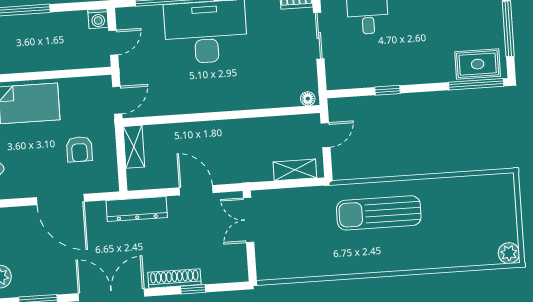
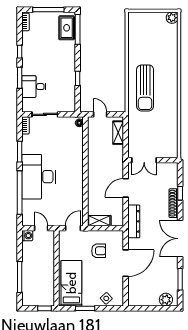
door: (117, 100) -> (73, 228), hinge flipped

